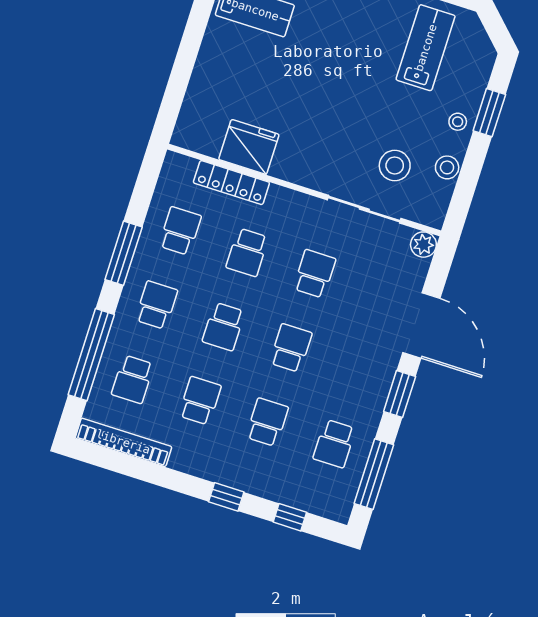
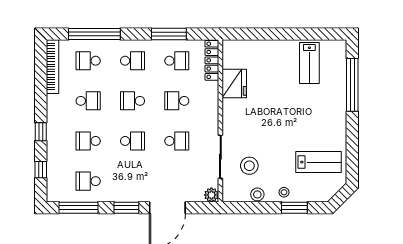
locker: (231, 183) -> (212, 60), moved
window: (124, 253) -> (169, 34), moved
school desk: (267, 422) -> (88, 141), turned 180

